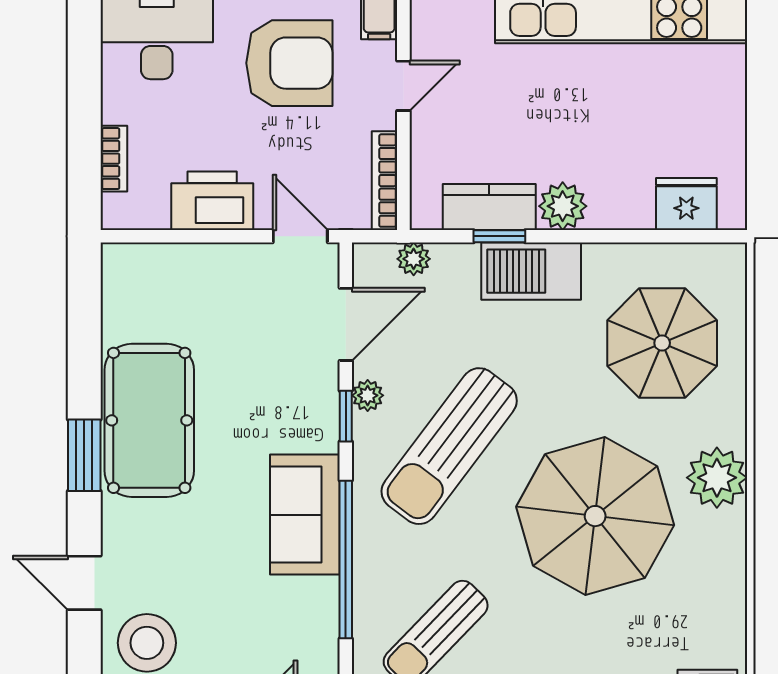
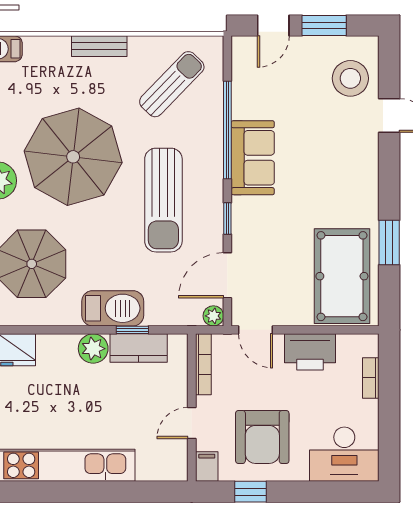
armchair: (289, 63) -> (262, 437), turned -90
plant: (414, 259) -> (213, 316), moved
plant: (368, 395) -> (214, 231), removed
pool table: (149, 420) -> (342, 276), moved
sun lounger: (449, 446) -> (163, 200), turned 143
window: (84, 455) -> (389, 243), moved

